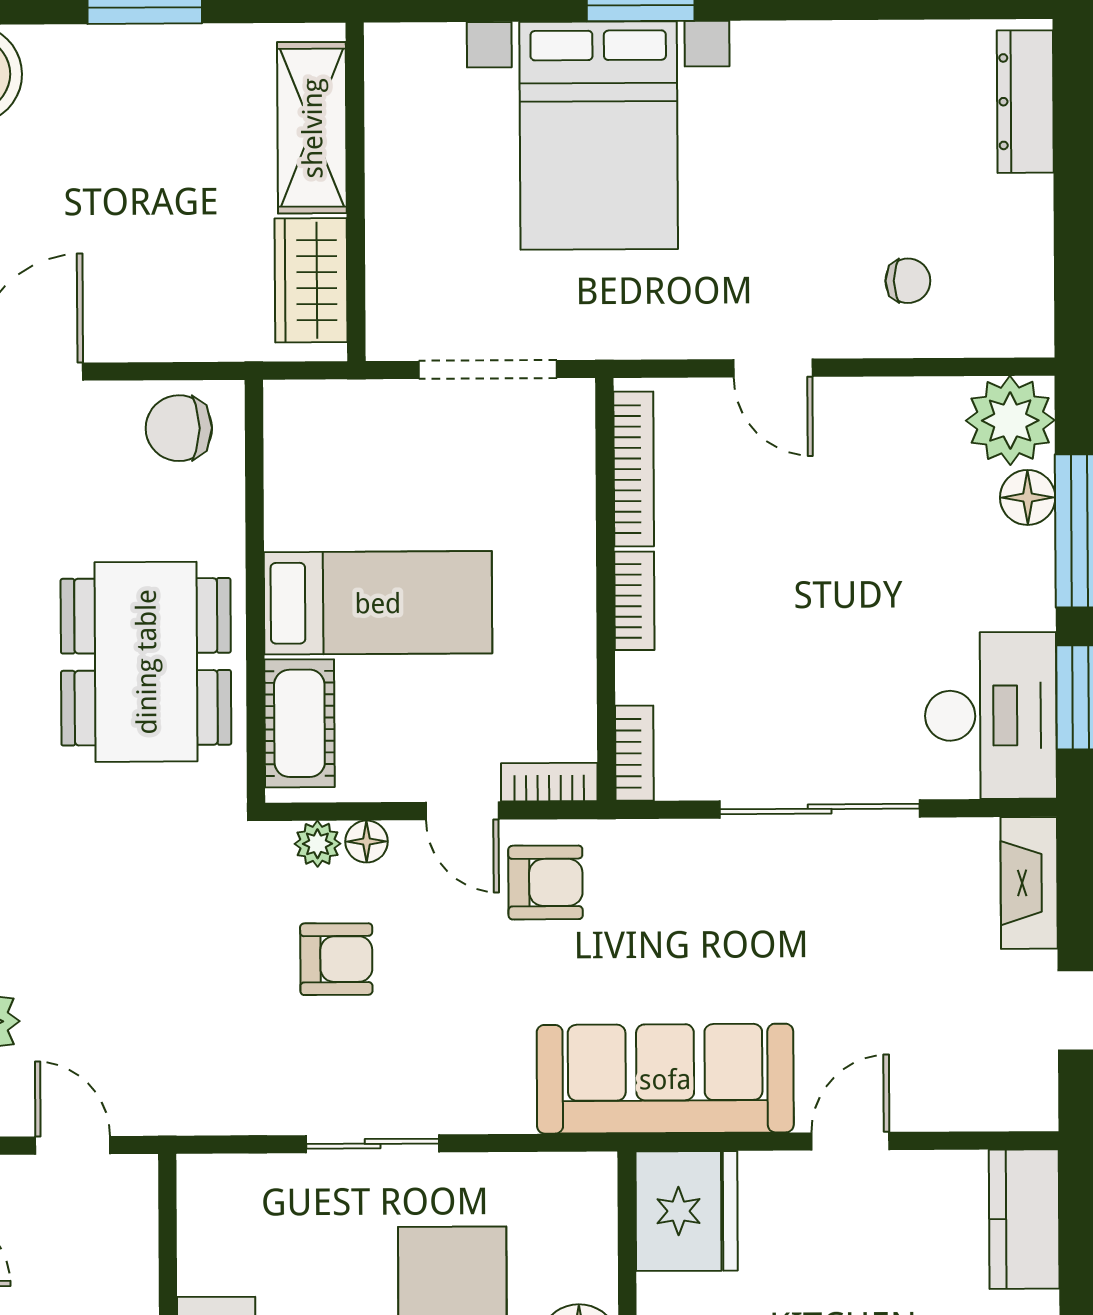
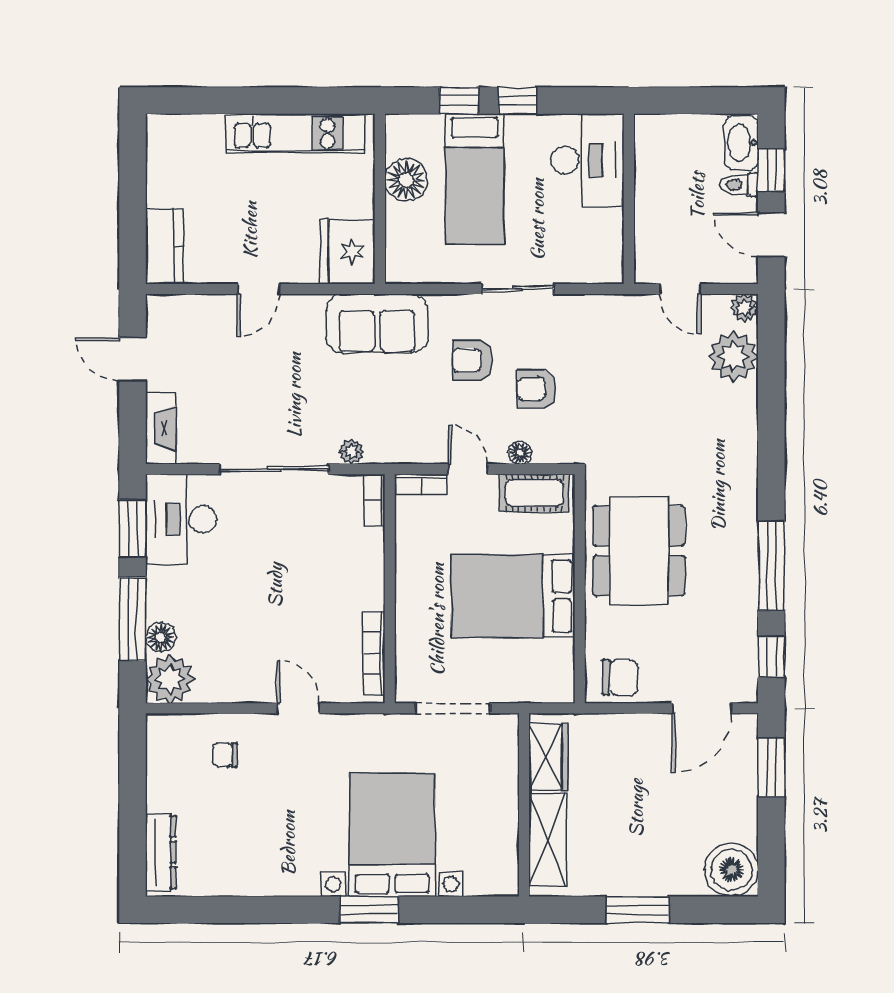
bookcase: (634, 601) -> (374, 582), removed
bed: (378, 603) -> (513, 596), width x1.50
cot: (299, 723) -> (534, 493), moved, turned 90
plant: (317, 844) -> (351, 452), moved
armchair: (545, 882) -> (473, 360), moved
sofa: (665, 1079) -> (377, 323), width x0.73

